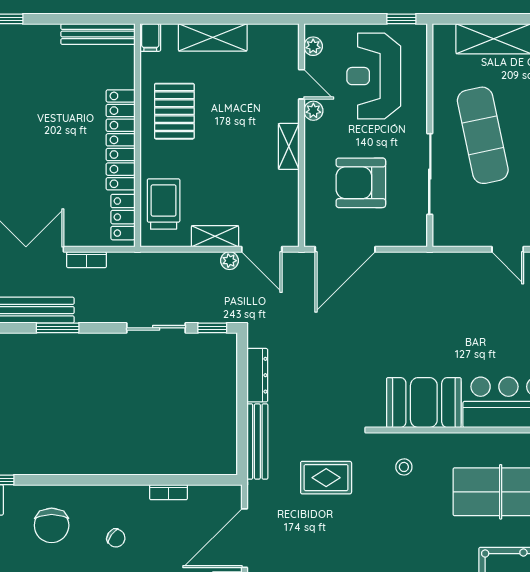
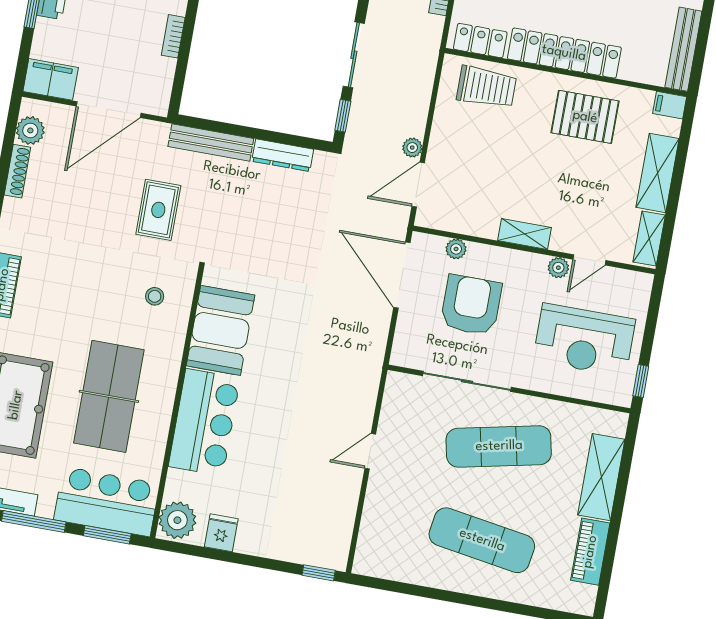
plant: (313, 46) -> (456, 249), moved
reception desk: (374, 76) -> (584, 340), turned 180
shelving: (215, 236) -> (649, 238), moved
door: (244, 538) -> (109, 110), swing flipped

